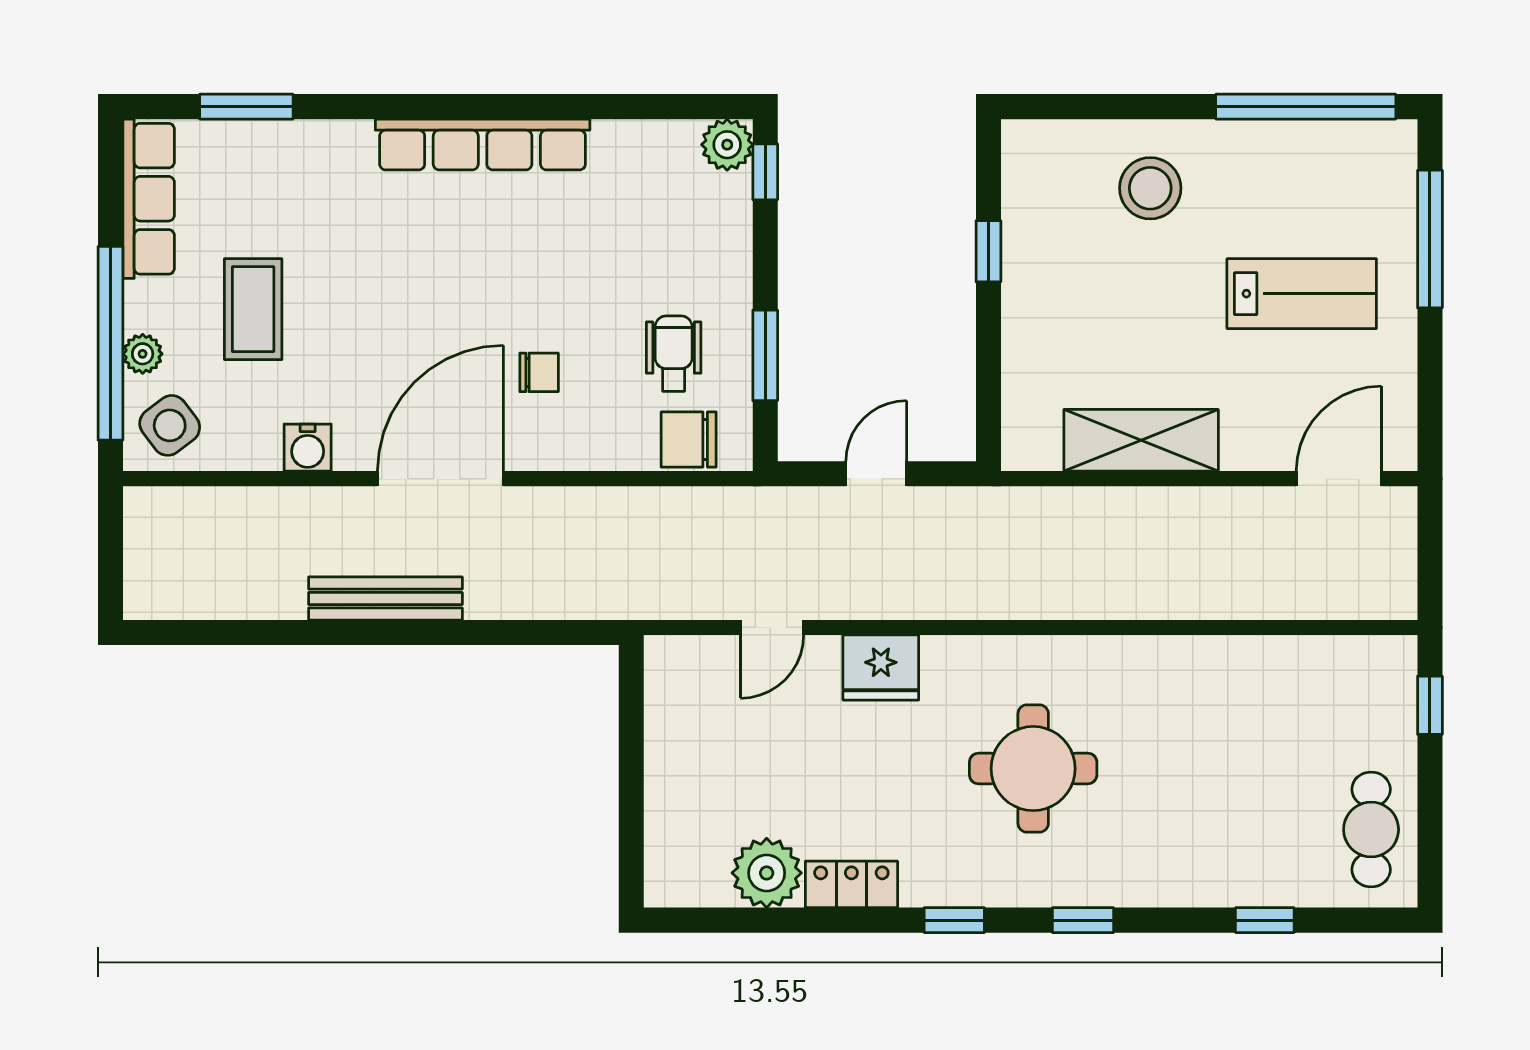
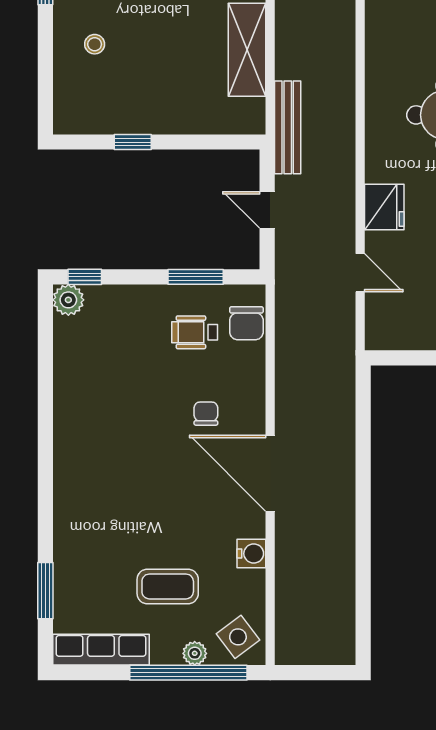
row of seats: (483, 144) -> (68, 448), removed
stool: (1150, 188) -> (95, 44), width x0.53, depth x0.53
bench: (385, 599) -> (288, 127), moved

